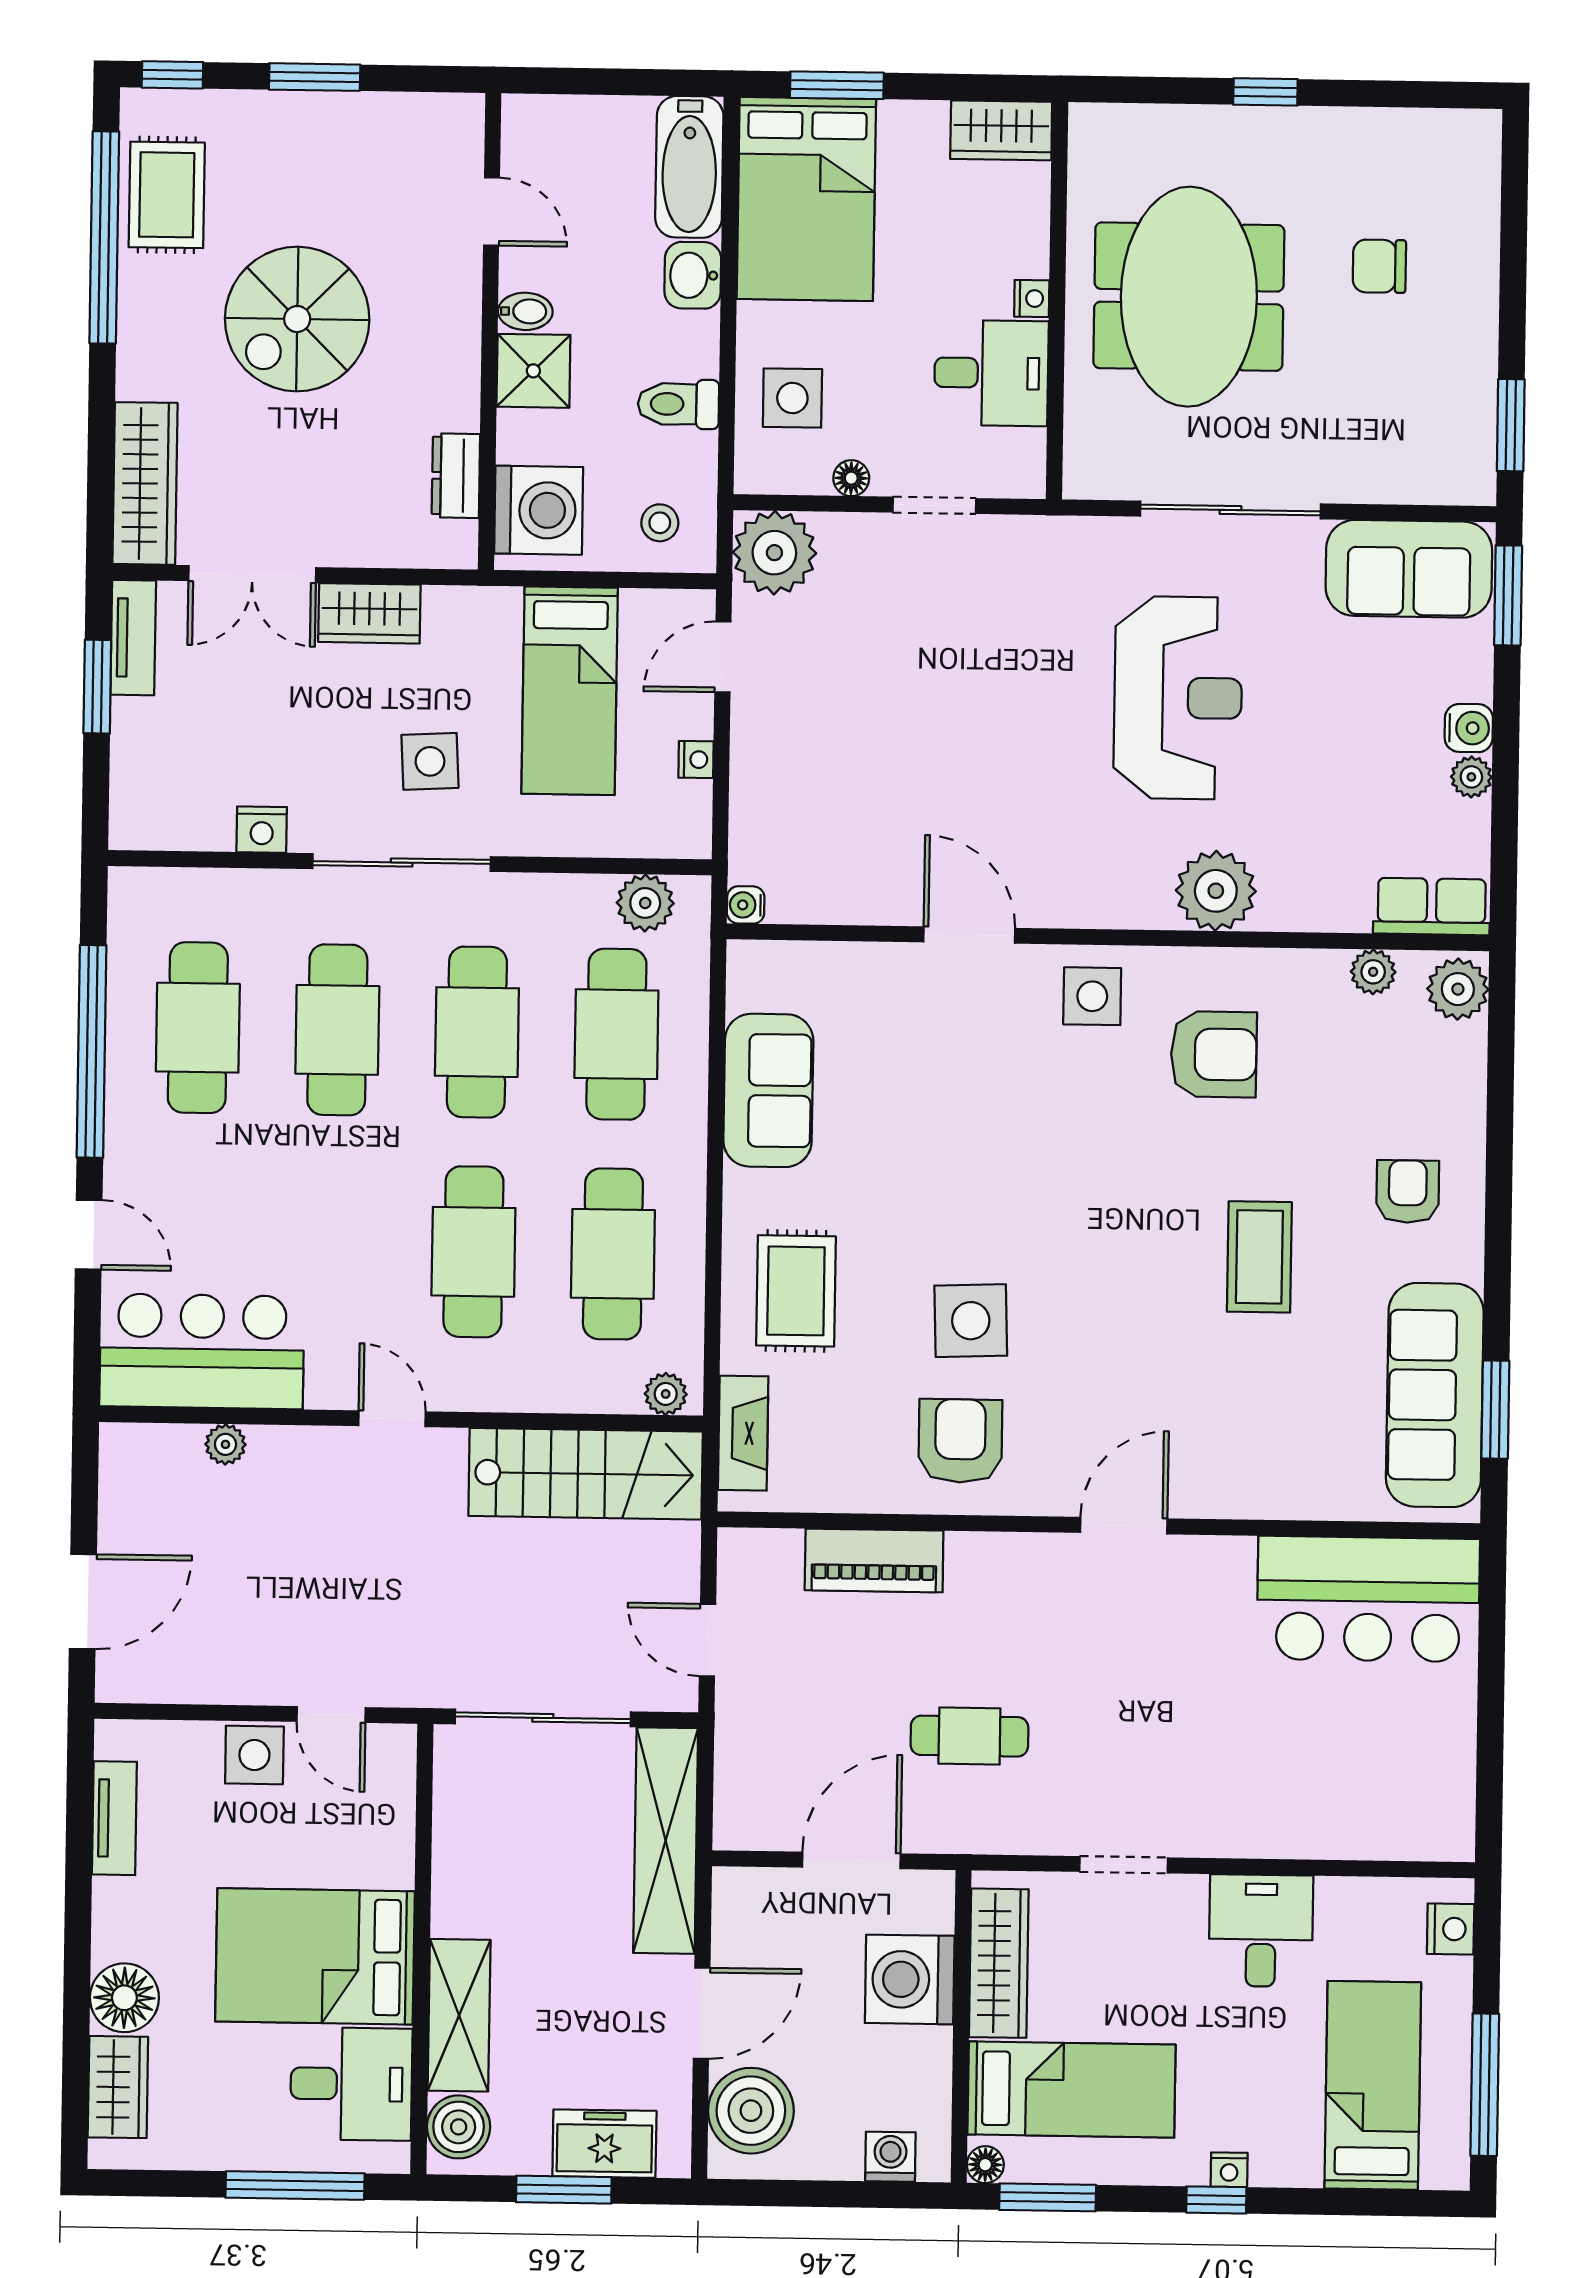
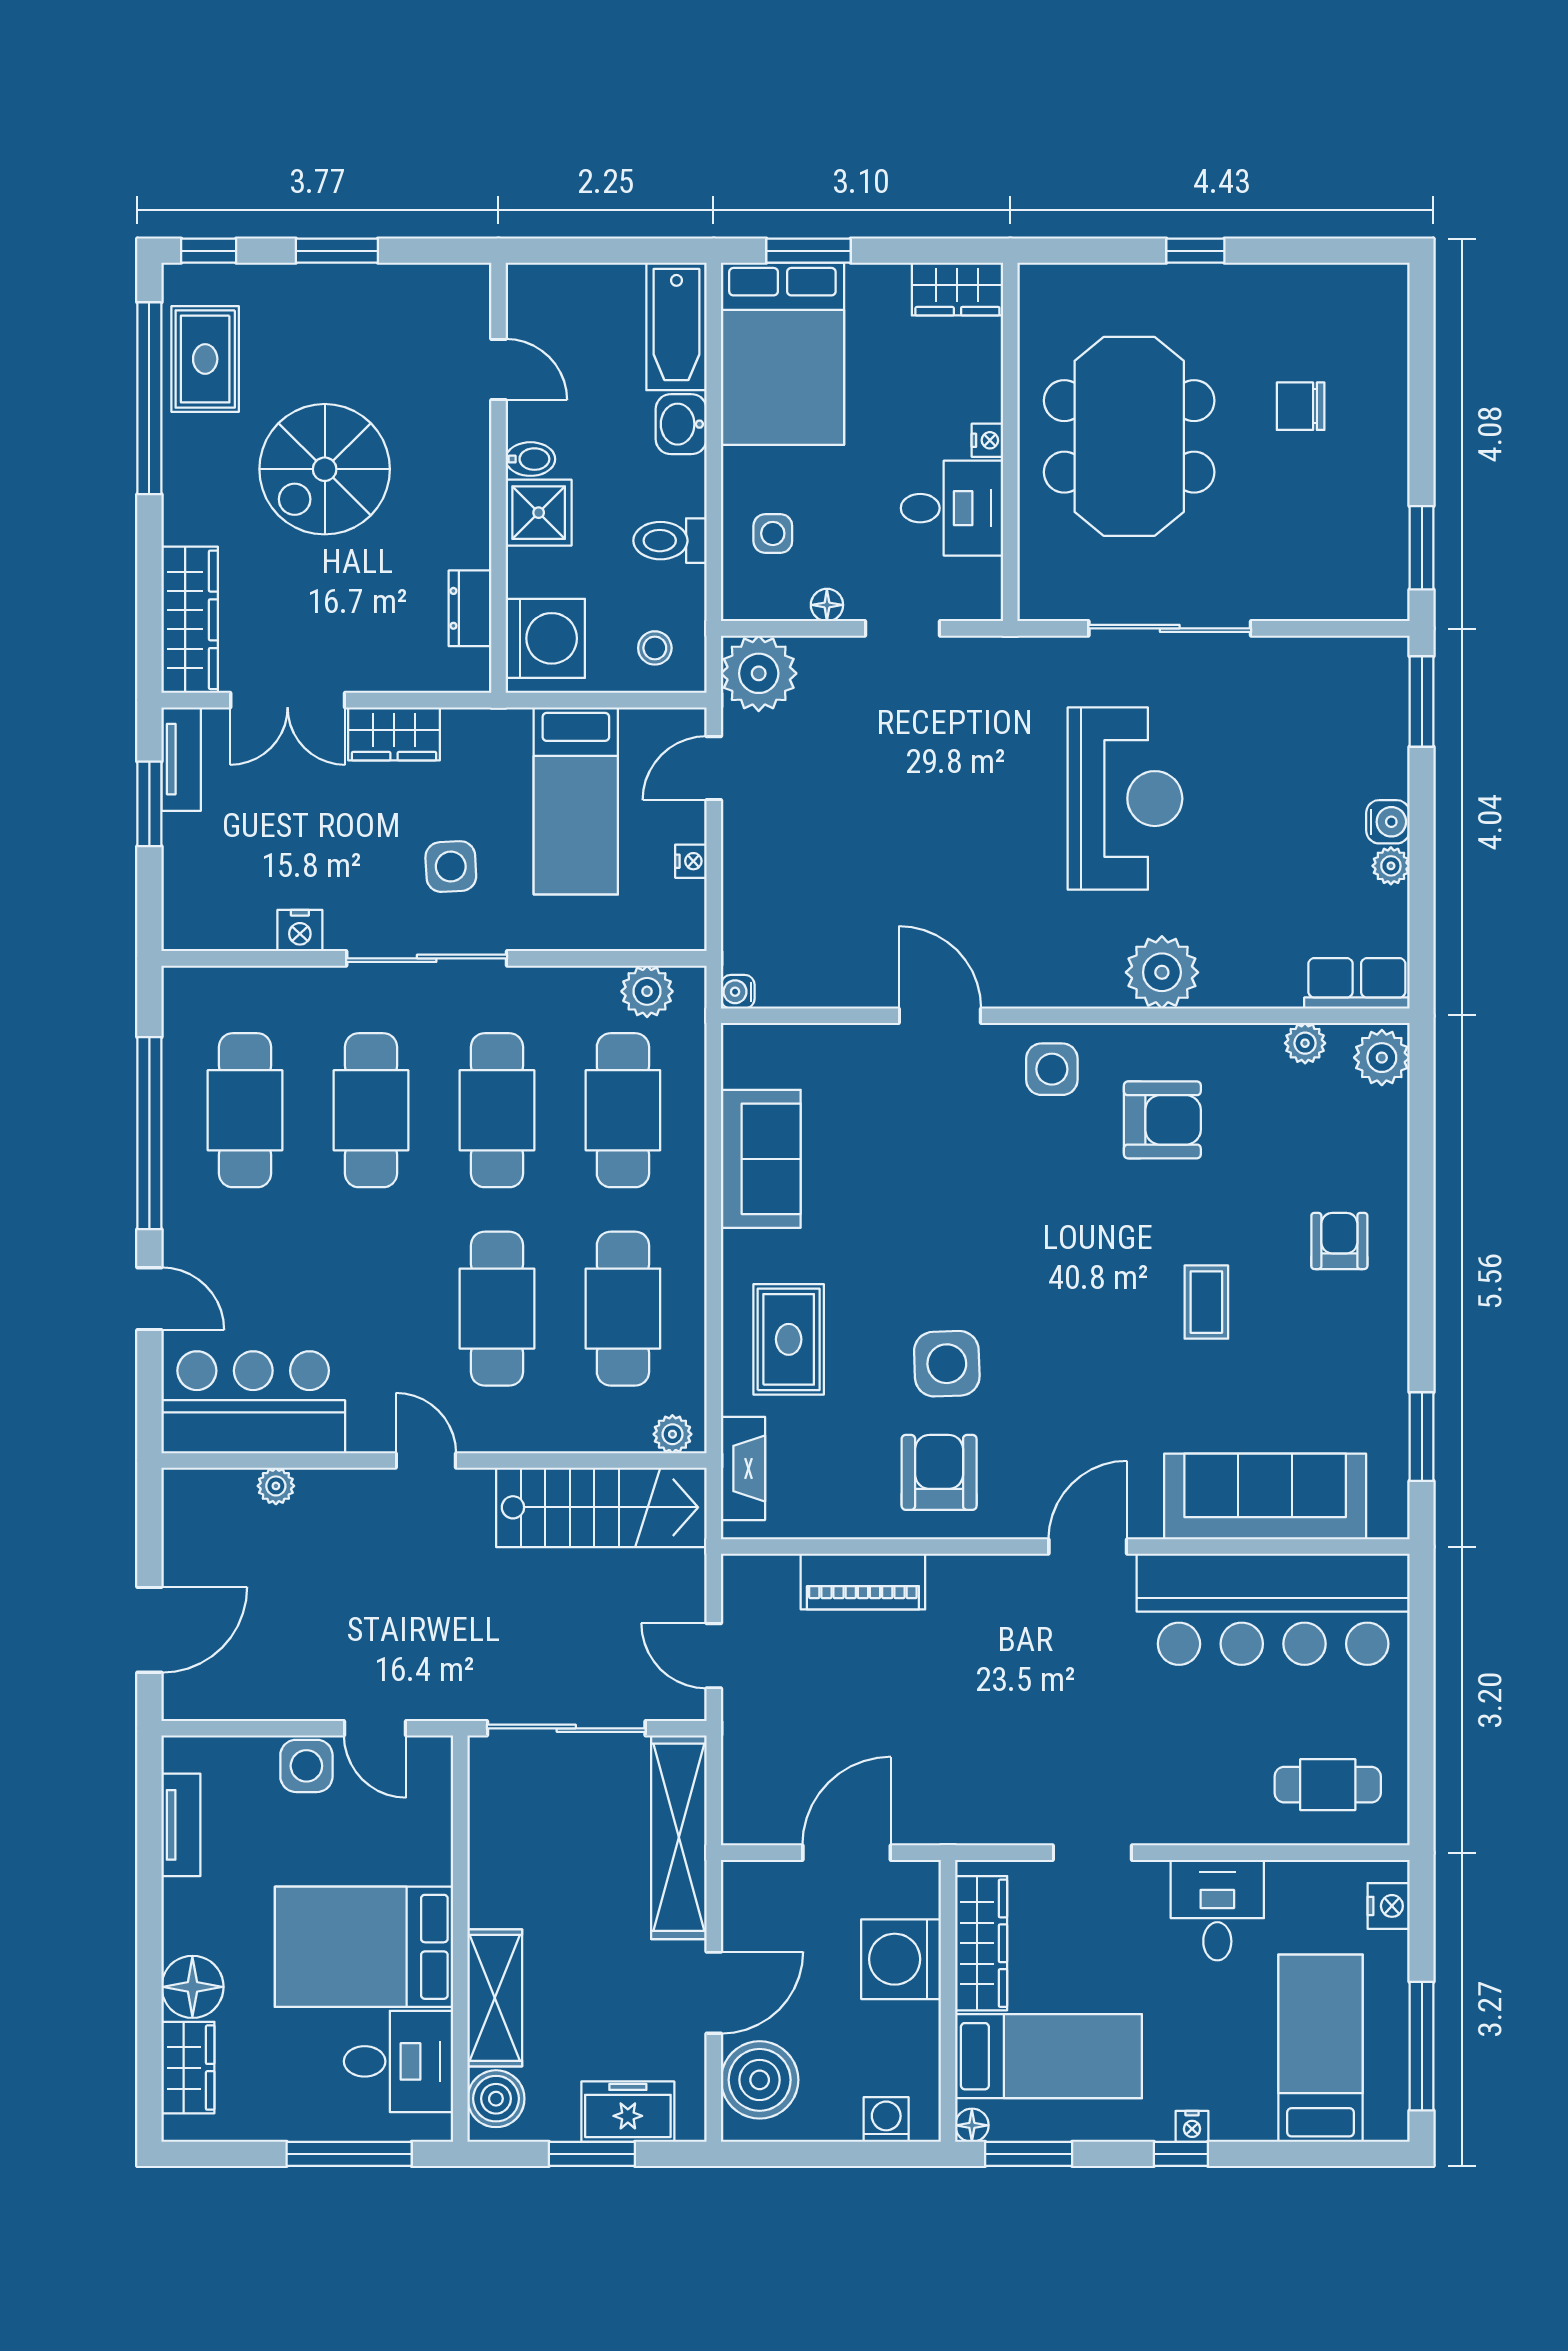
side table: (792, 398) -> (773, 533), width x0.73, depth x0.73
sofa: (1409, 569) -> (1332, 679), removed
coffee table: (1259, 1257) -> (1206, 1302), width x0.73, depth x0.77
sofa: (1435, 1395) -> (1265, 1496), moved, turned 90
bar counter: (1368, 1599) -> (1273, 1609), width x1.36
cafe table: (969, 1736) -> (1328, 1785), moved

